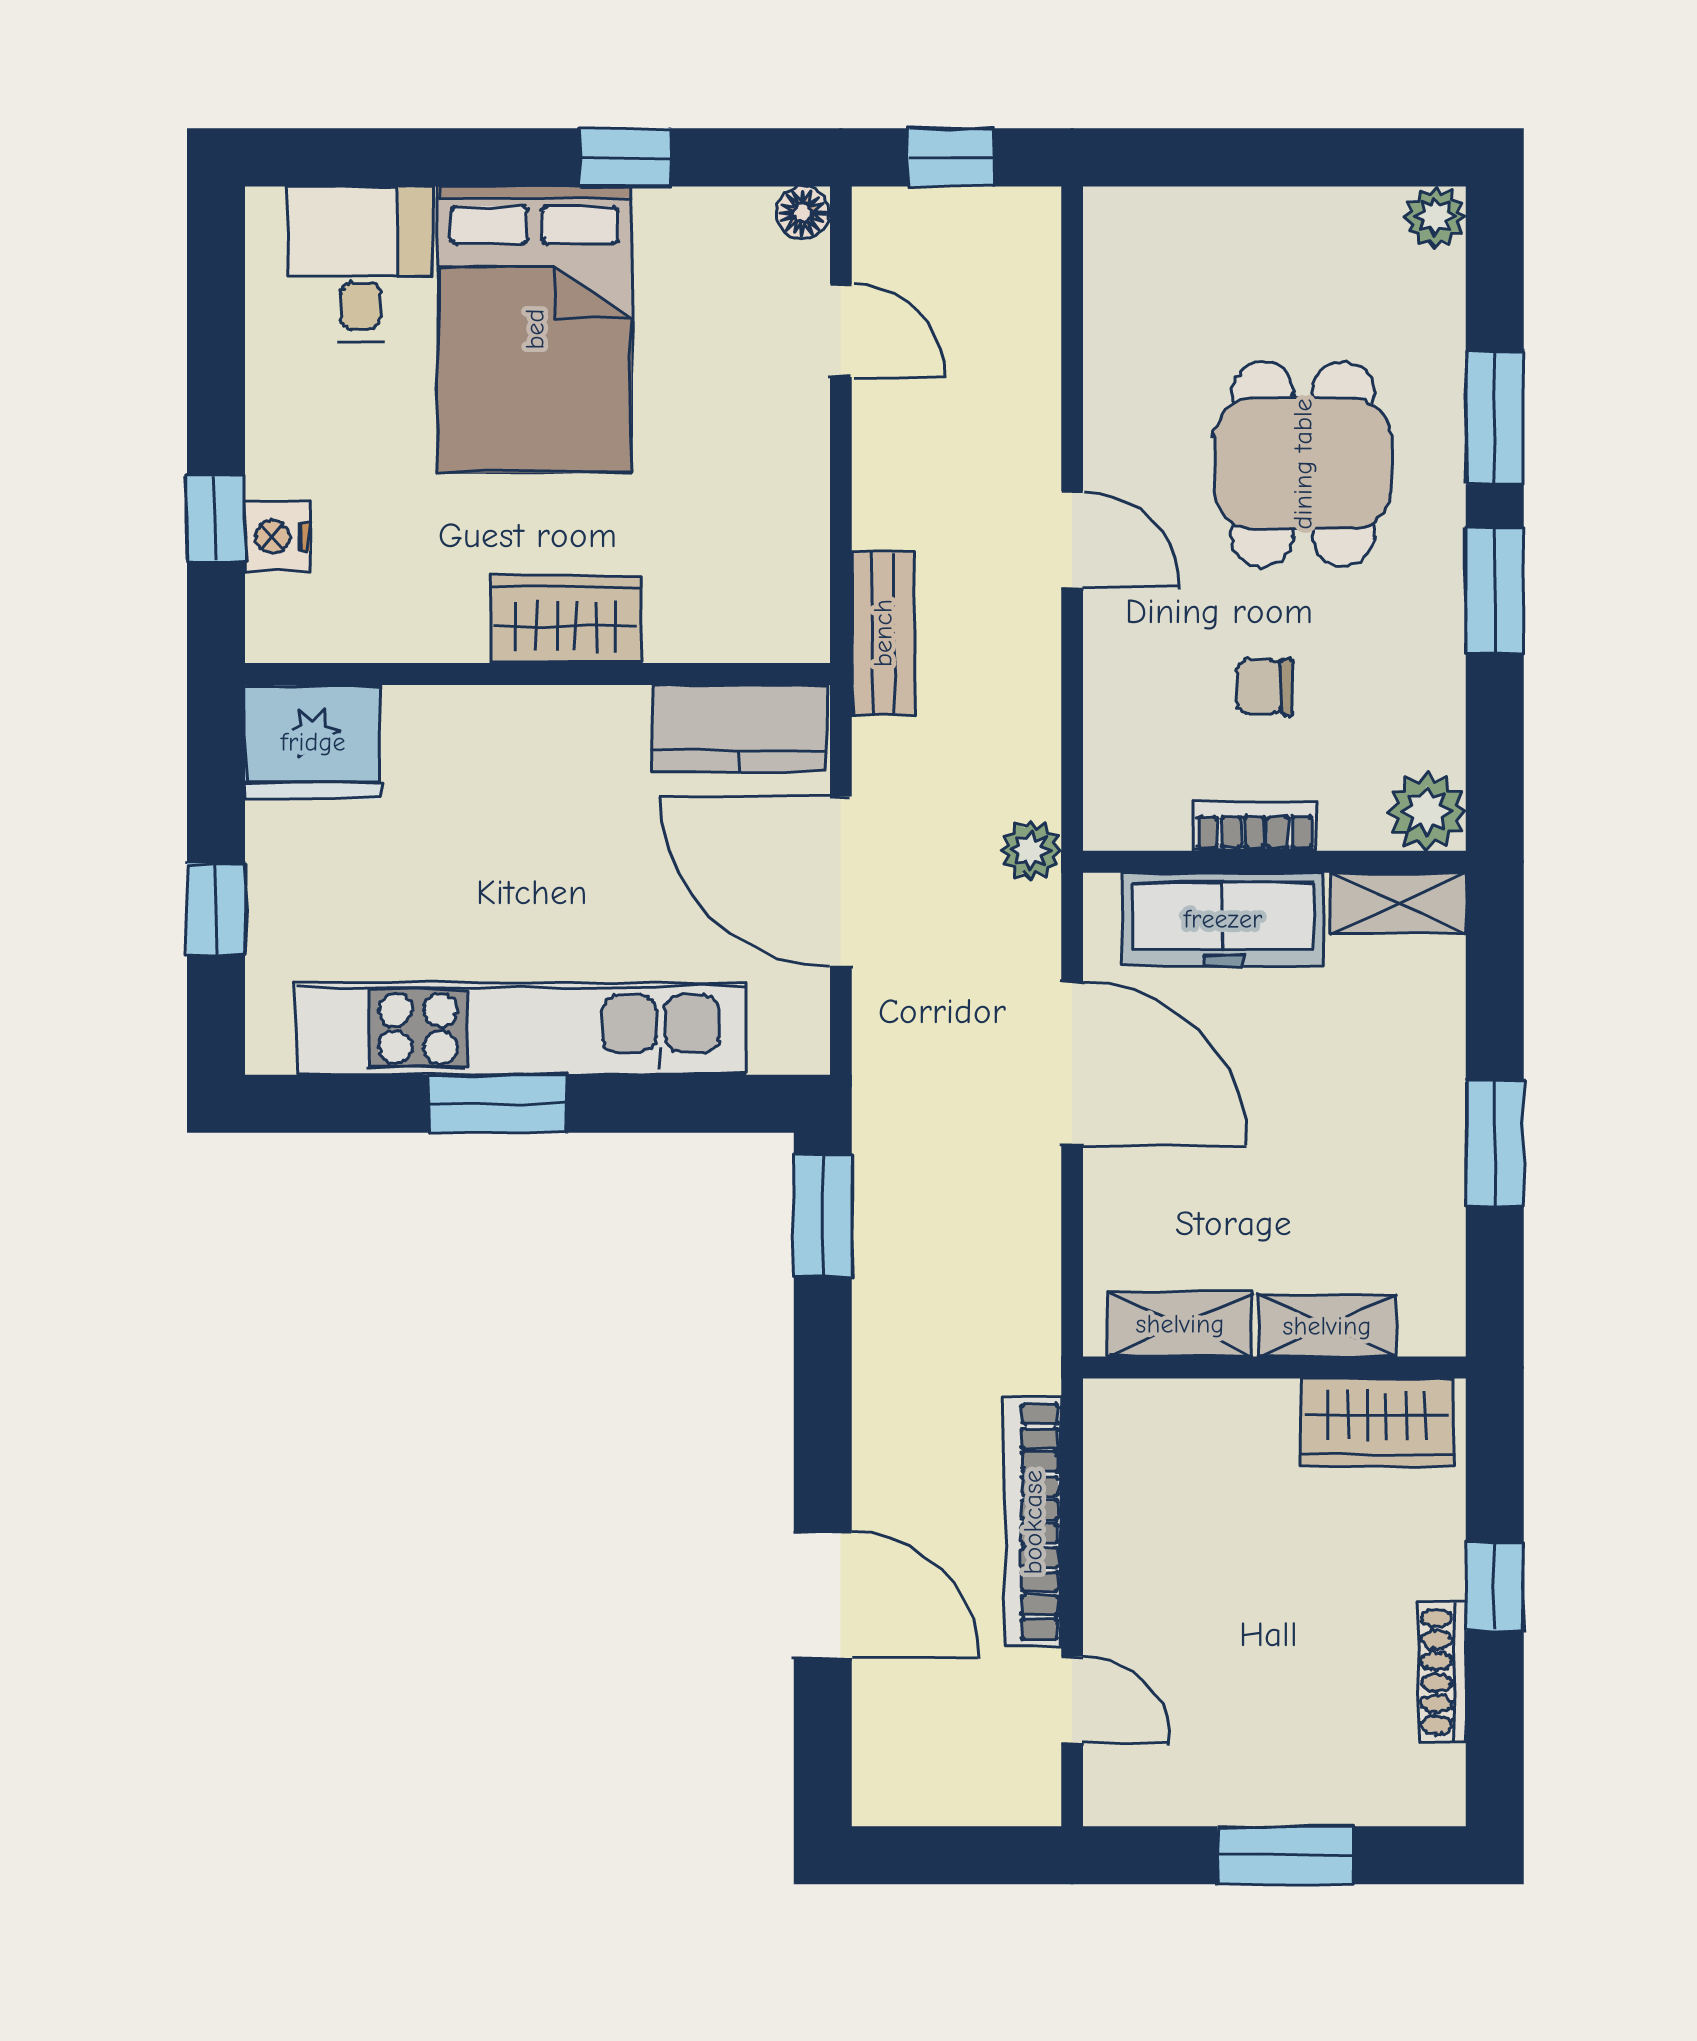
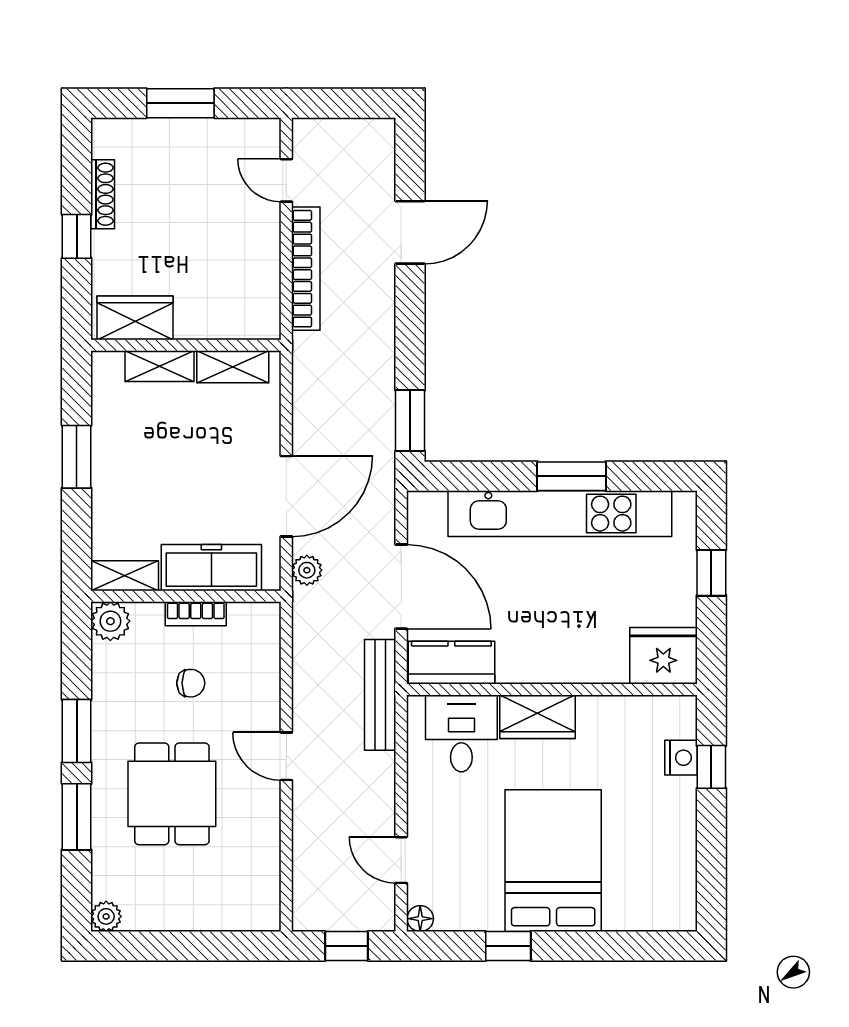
desk: (360, 264) -> (461, 733), moved, turned 180
bench: (883, 633) -> (380, 695), width x1.36
plant: (1031, 850) -> (307, 570), moved
door: (1072, 1064) -> (286, 496), swing flipped
door: (823, 1595) -> (410, 232), swing flipped

